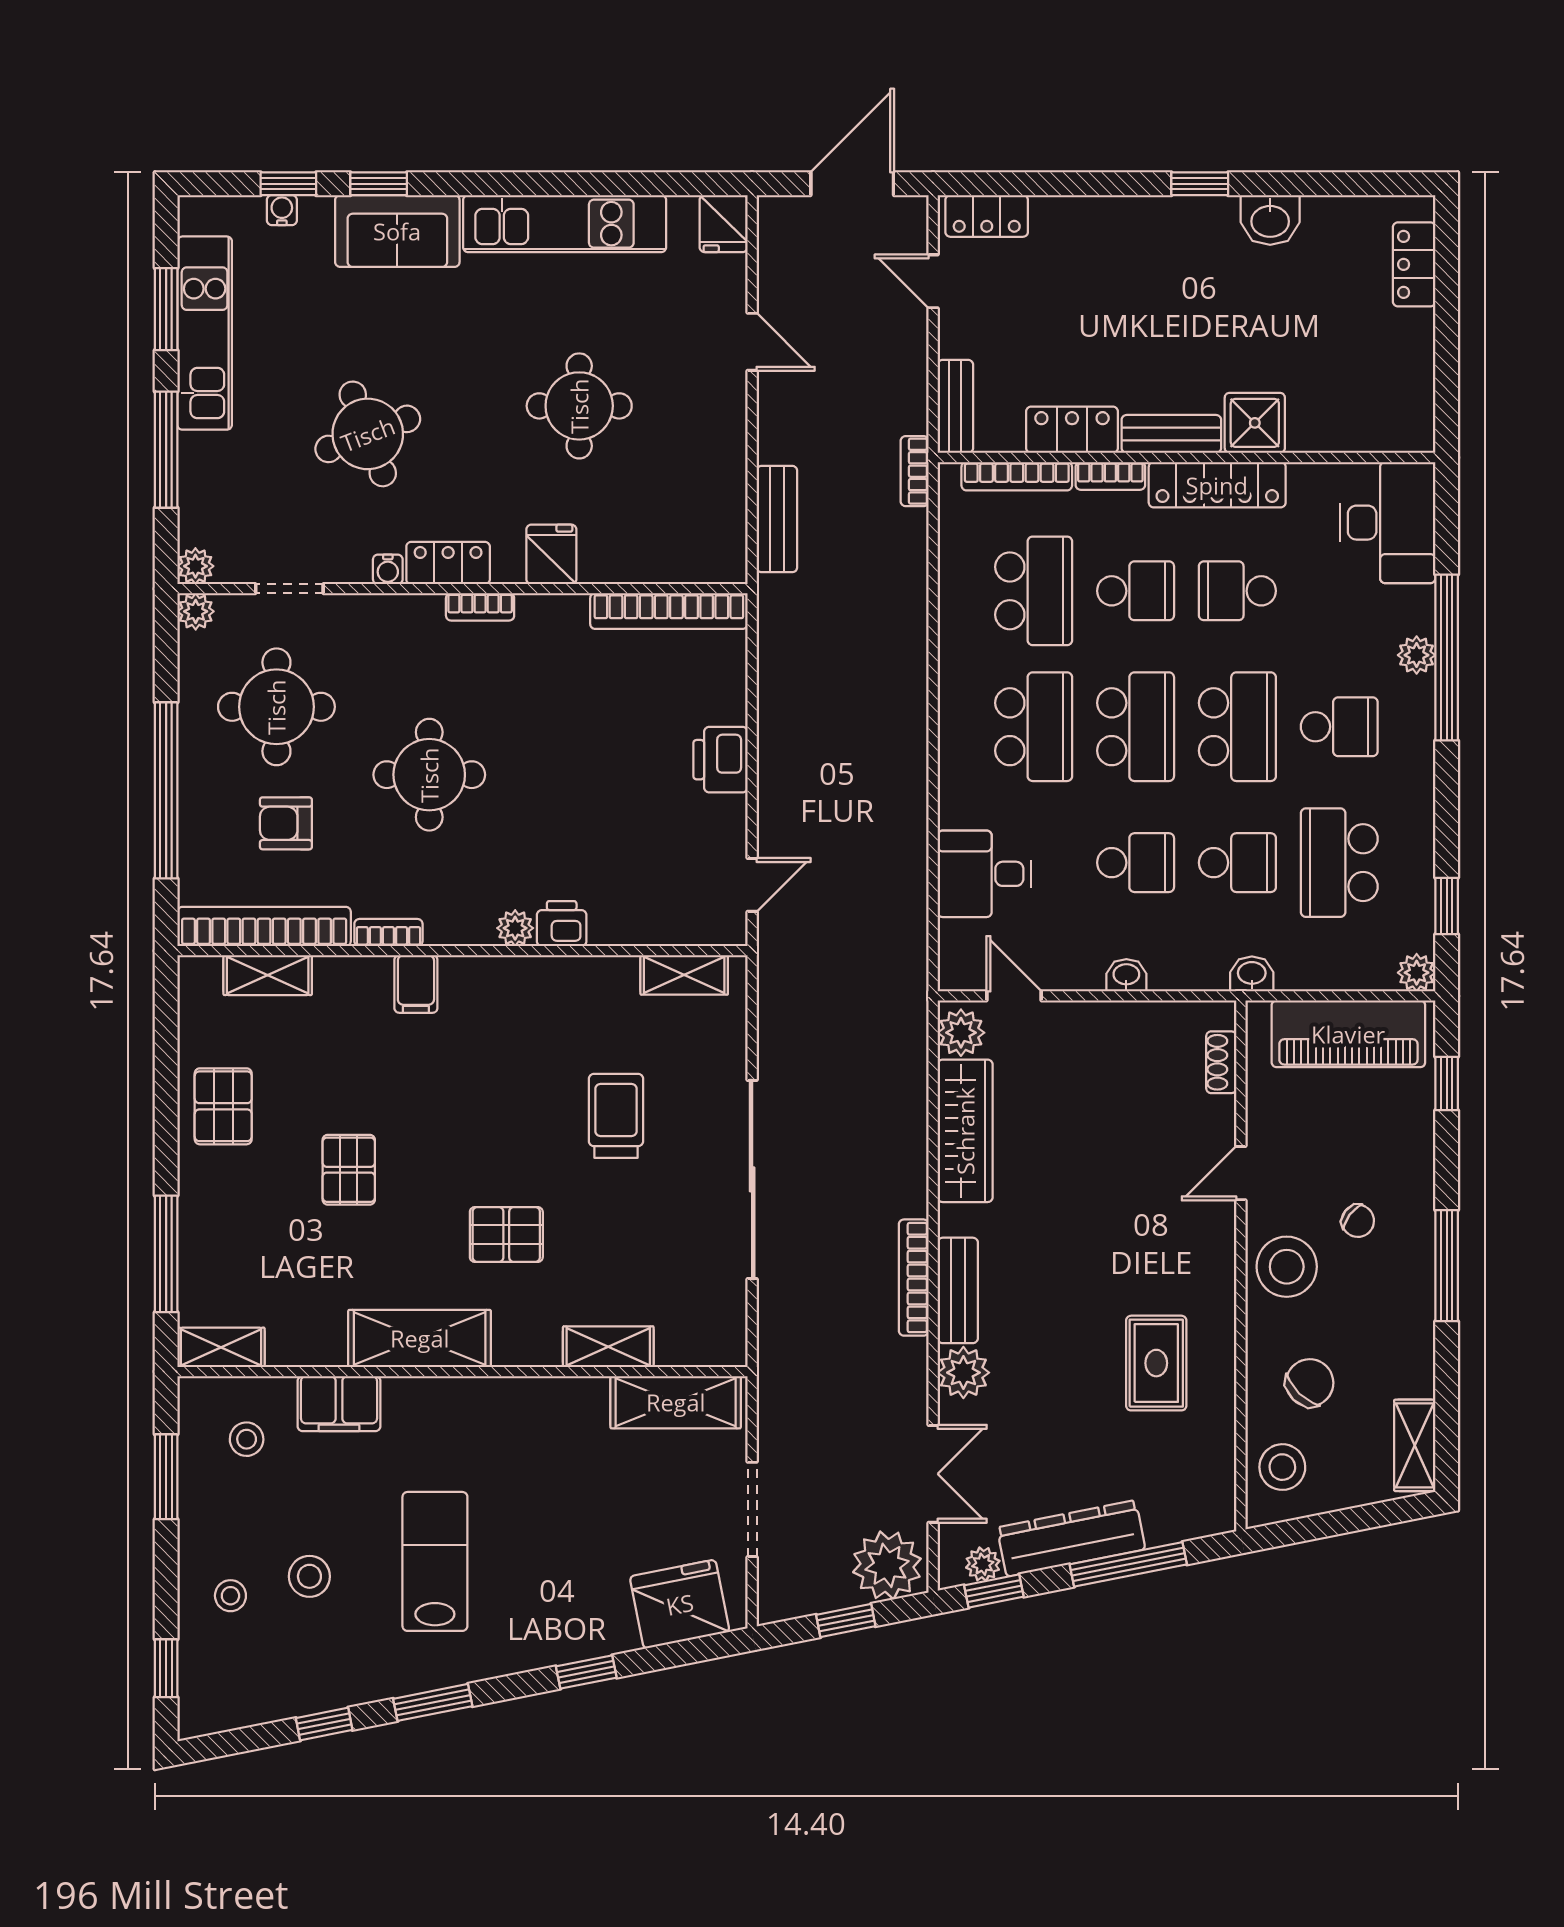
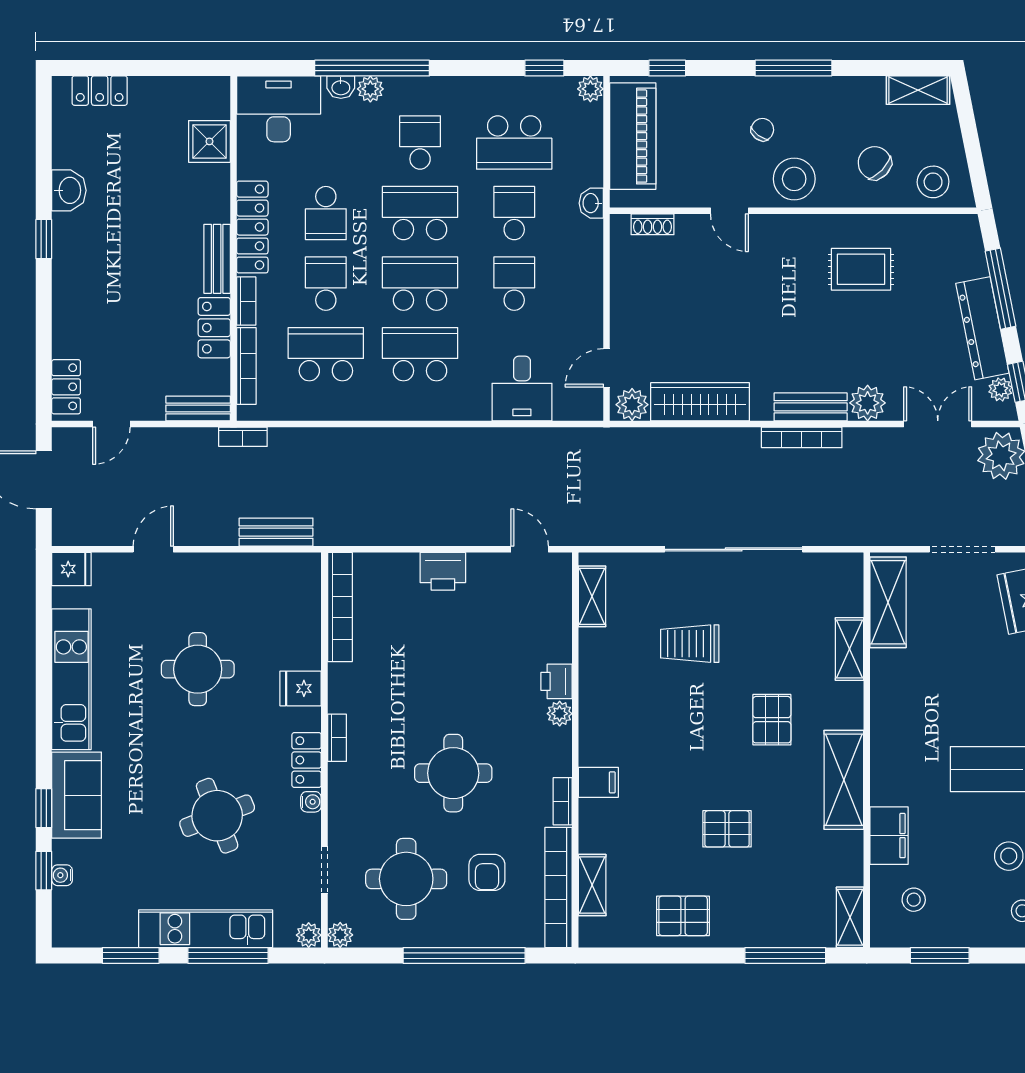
kitchen unit: (205, 333) -> (206, 929), moved
shower: (1255, 423) -> (209, 141), moved
washbasin: (1126, 975) -> (341, 87), moved, turned -90

